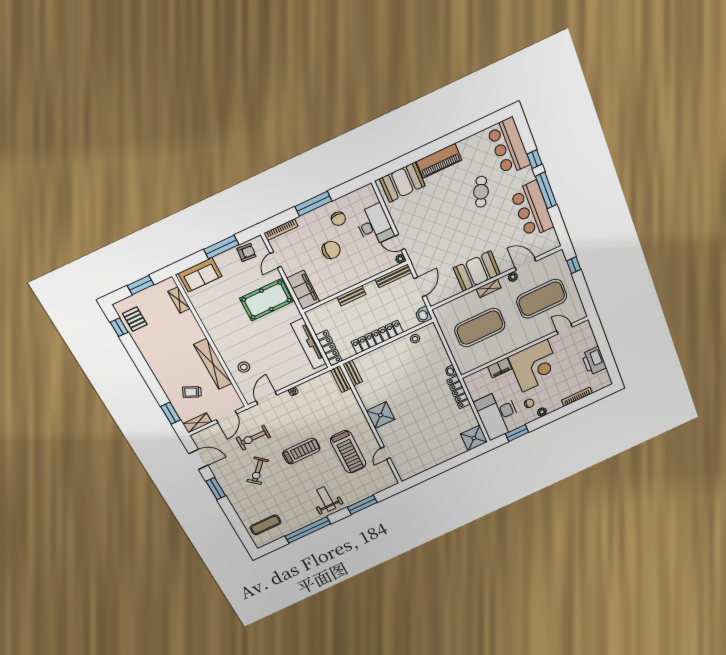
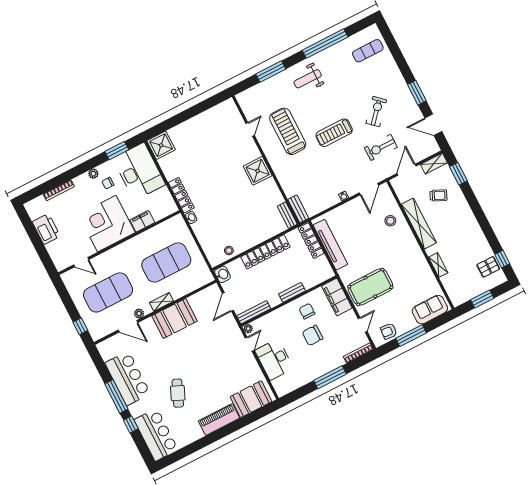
chair: (338, 219) -> (307, 311), moved
door: (400, 242) -> (250, 344), hinge flipped
shelving: (179, 300) -> (438, 265), moved
pallet: (135, 319) -> (488, 267), turned 90
exercise bike: (253, 438) -> (381, 147), turned 180
weight bench: (326, 499) -> (308, 79), turned 90

